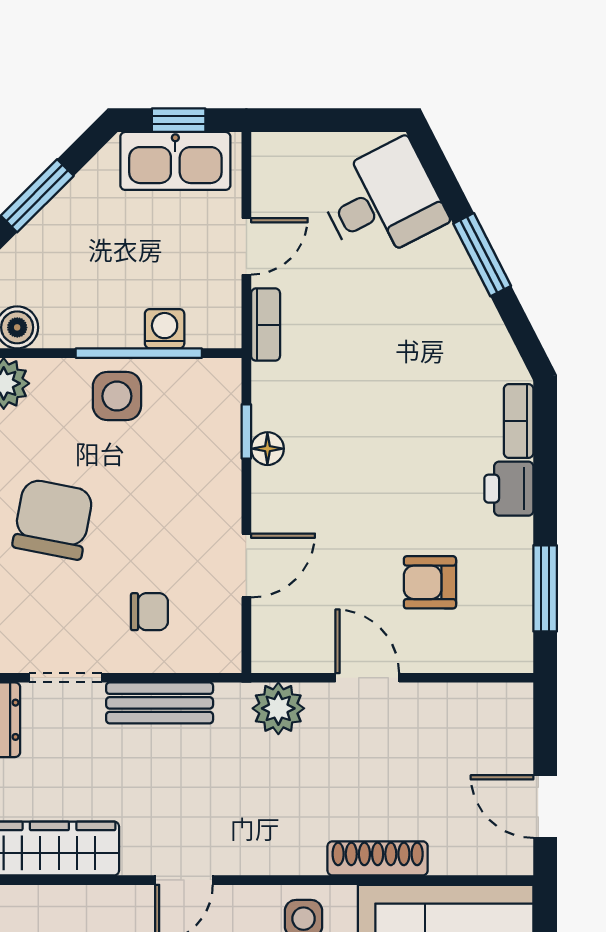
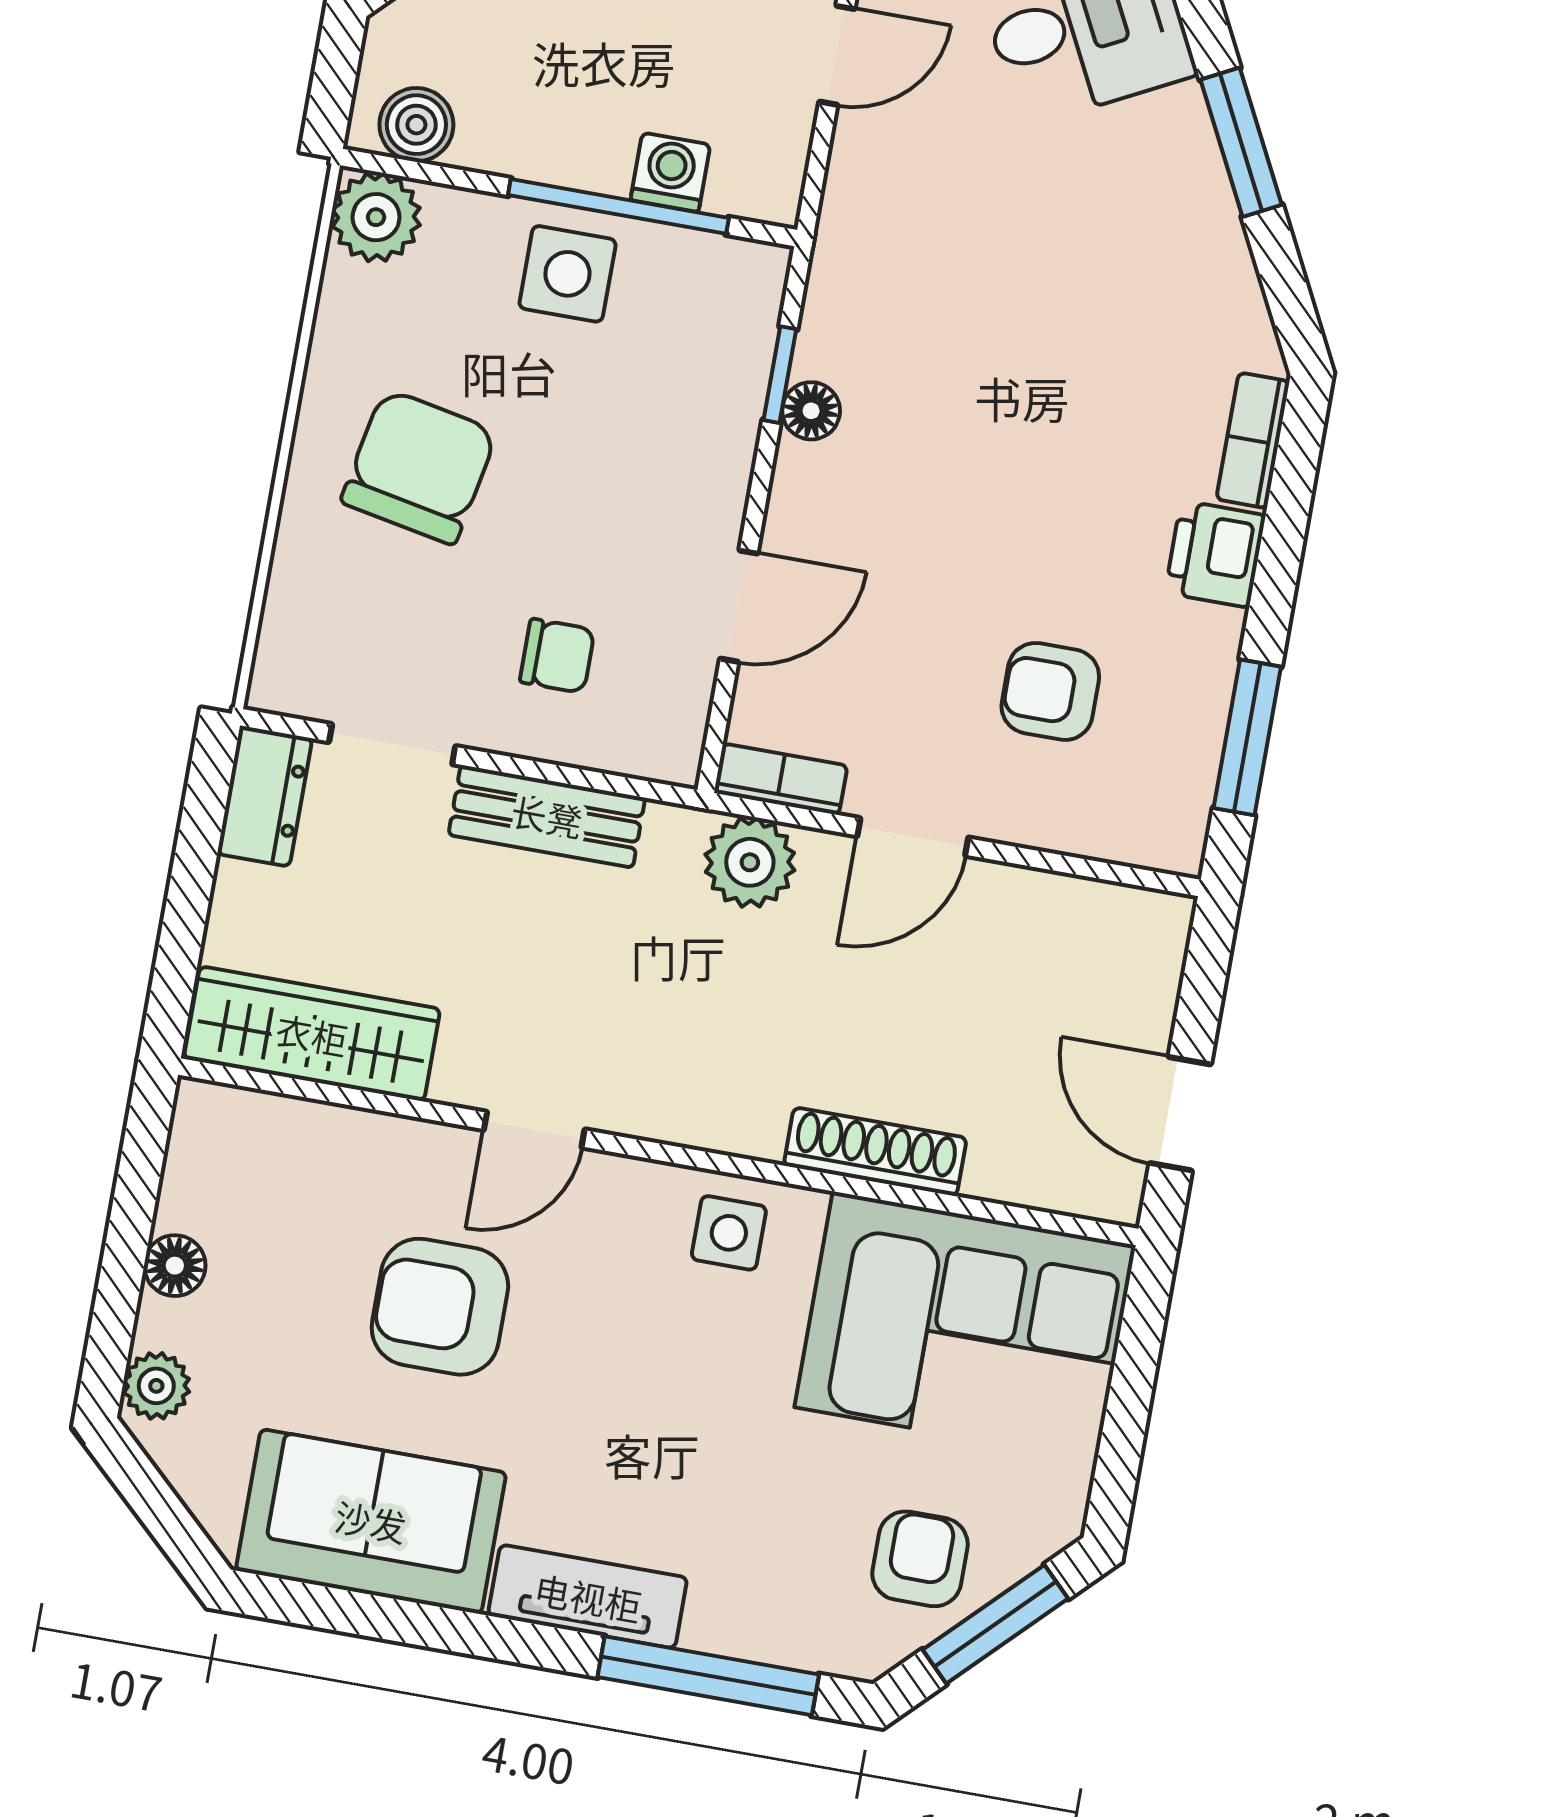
bookcase: (266, 325) -> (781, 779), moved, turned -90
door: (367, 678) -> (913, 837), swing flipped

